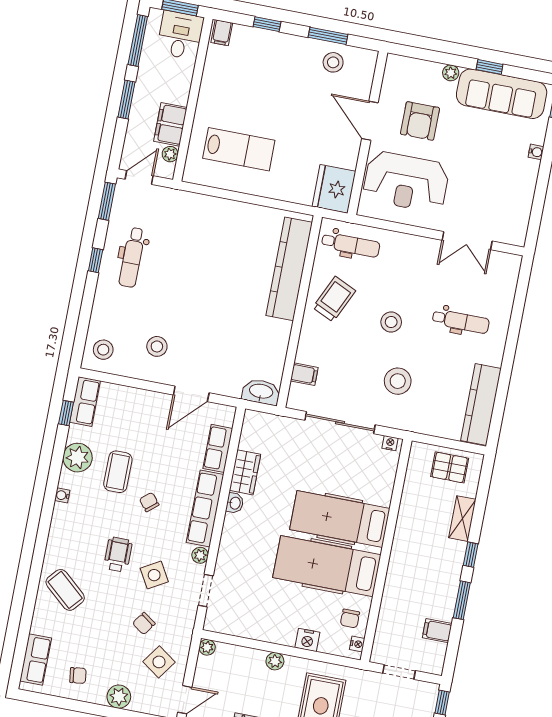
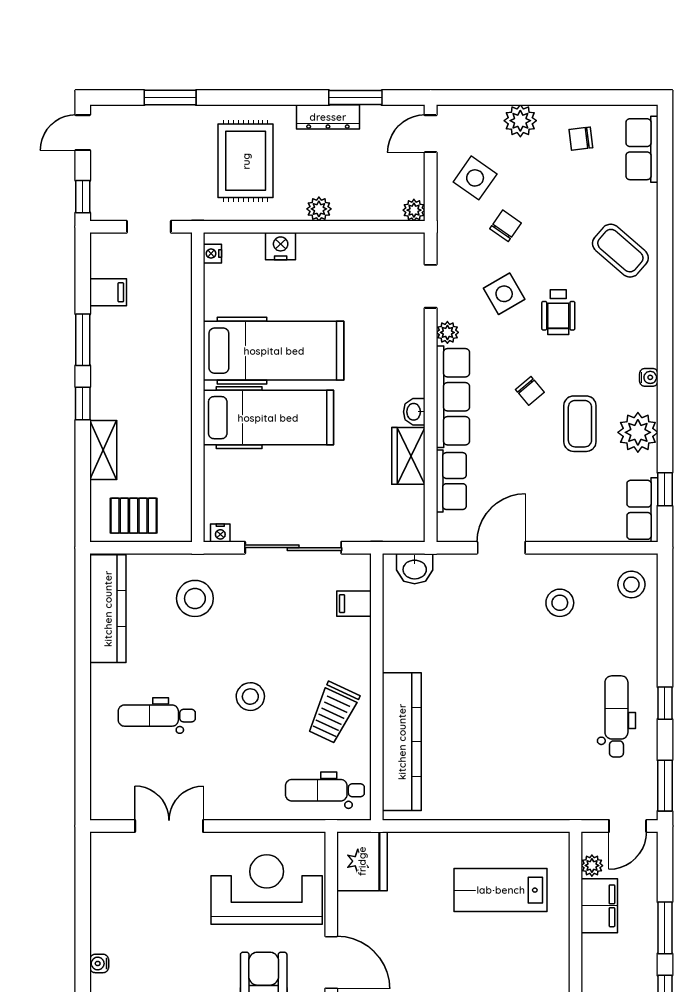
stool: (398, 381) -> (195, 598), moved
washbasin: (261, 392) -> (415, 569), width x0.72
chair: (350, 619) -> (229, 286), removed

